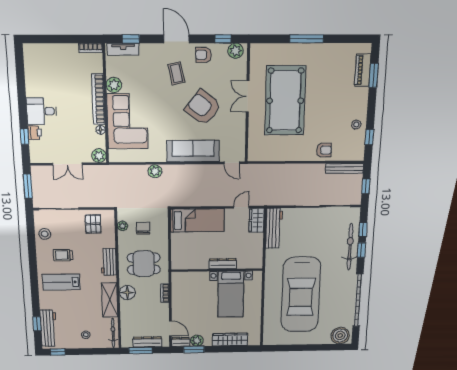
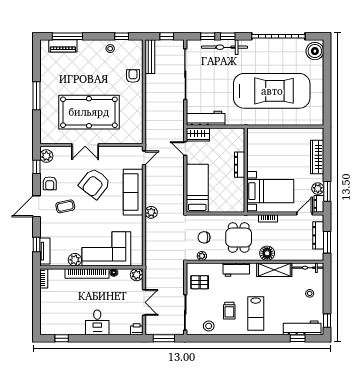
window: (374, 75) -> (67, 36), width x1.44
printer: (35, 133) -> (137, 329), moved
window: (24, 137) -> (62, 338), moved
plant: (155, 171) -> (151, 212), moved
bed with nightstands: (231, 294) -> (270, 191), moved

